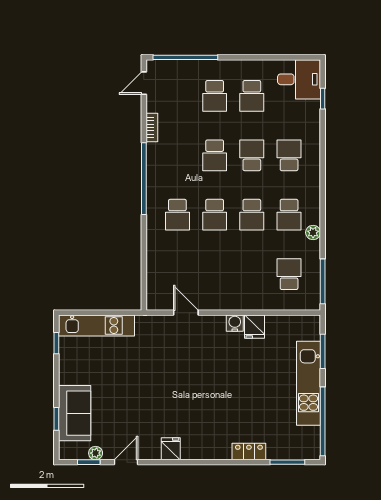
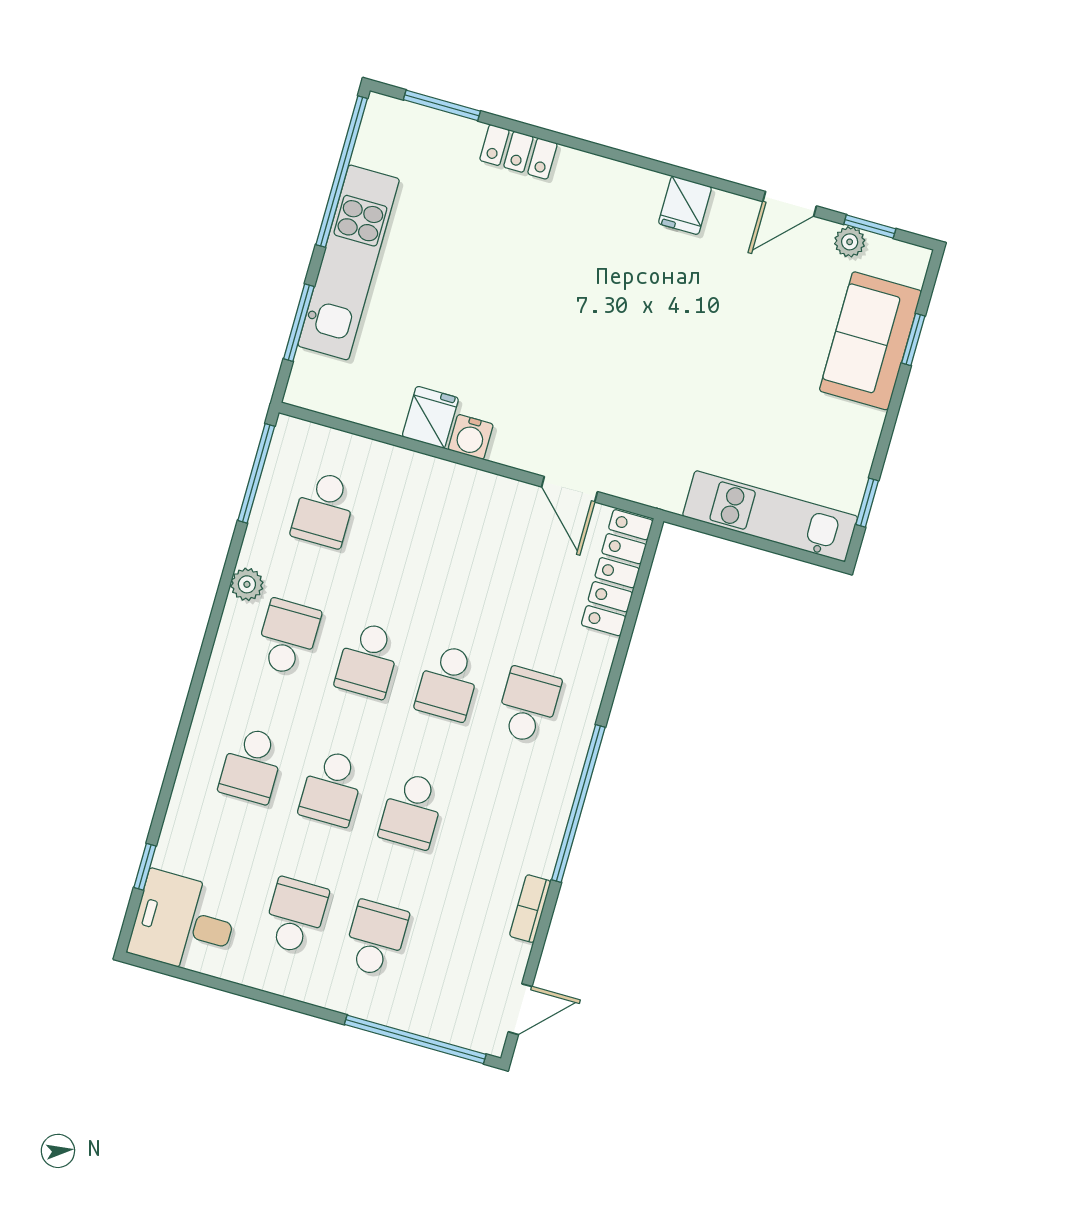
school desk: (215, 155) -> (412, 811), turned 180
school desk: (215, 215) -> (448, 683), turned 180
school desk: (252, 215) -> (368, 660), turned 180
locker: (155, 283) -> (617, 573), added

